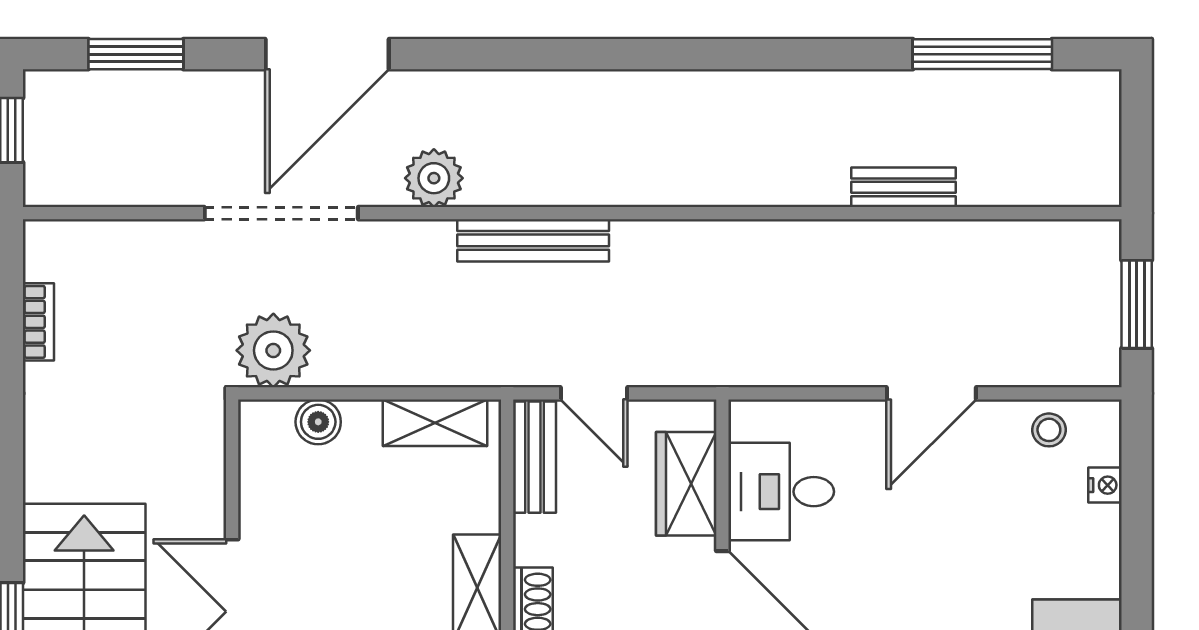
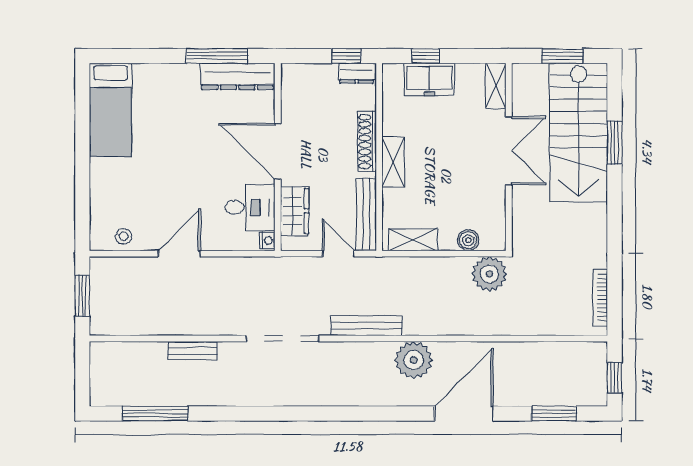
plant: (434, 178) -> (414, 360), width x1.36, depth x1.36
doorway: (281, 213) -> (282, 339), moved
bookcase: (38, 322) -> (600, 298), width x1.56
bench: (535, 457) -> (366, 214), width x1.36
nightstand: (1105, 485) -> (267, 241), moved, turned 180

